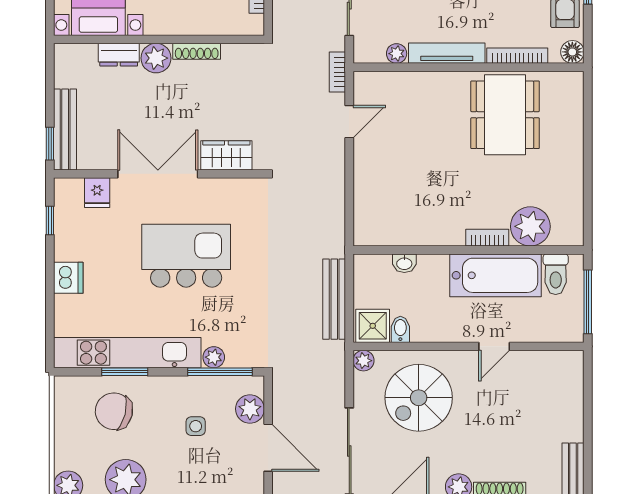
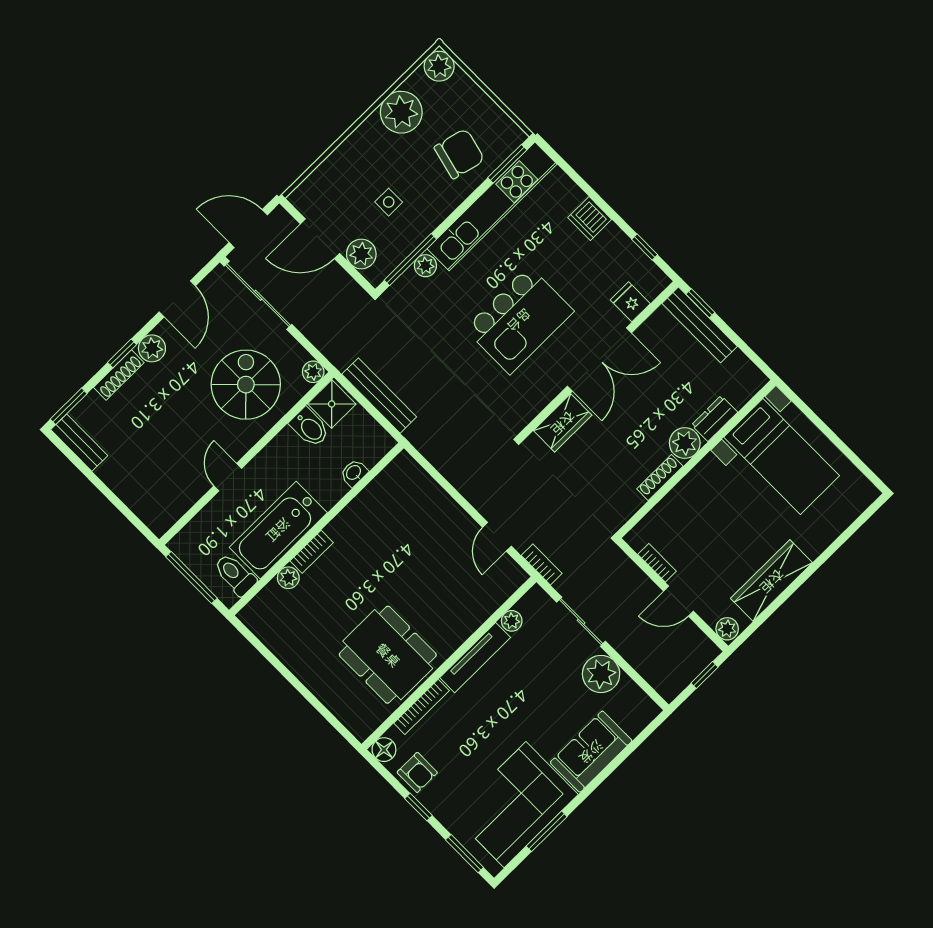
plant: (530, 226) -> (288, 578), width x0.53, depth x0.53
bidet: (400, 329) -> (310, 427), width x1.38, depth x1.36
window: (125, 372) -> (507, 164), moved

